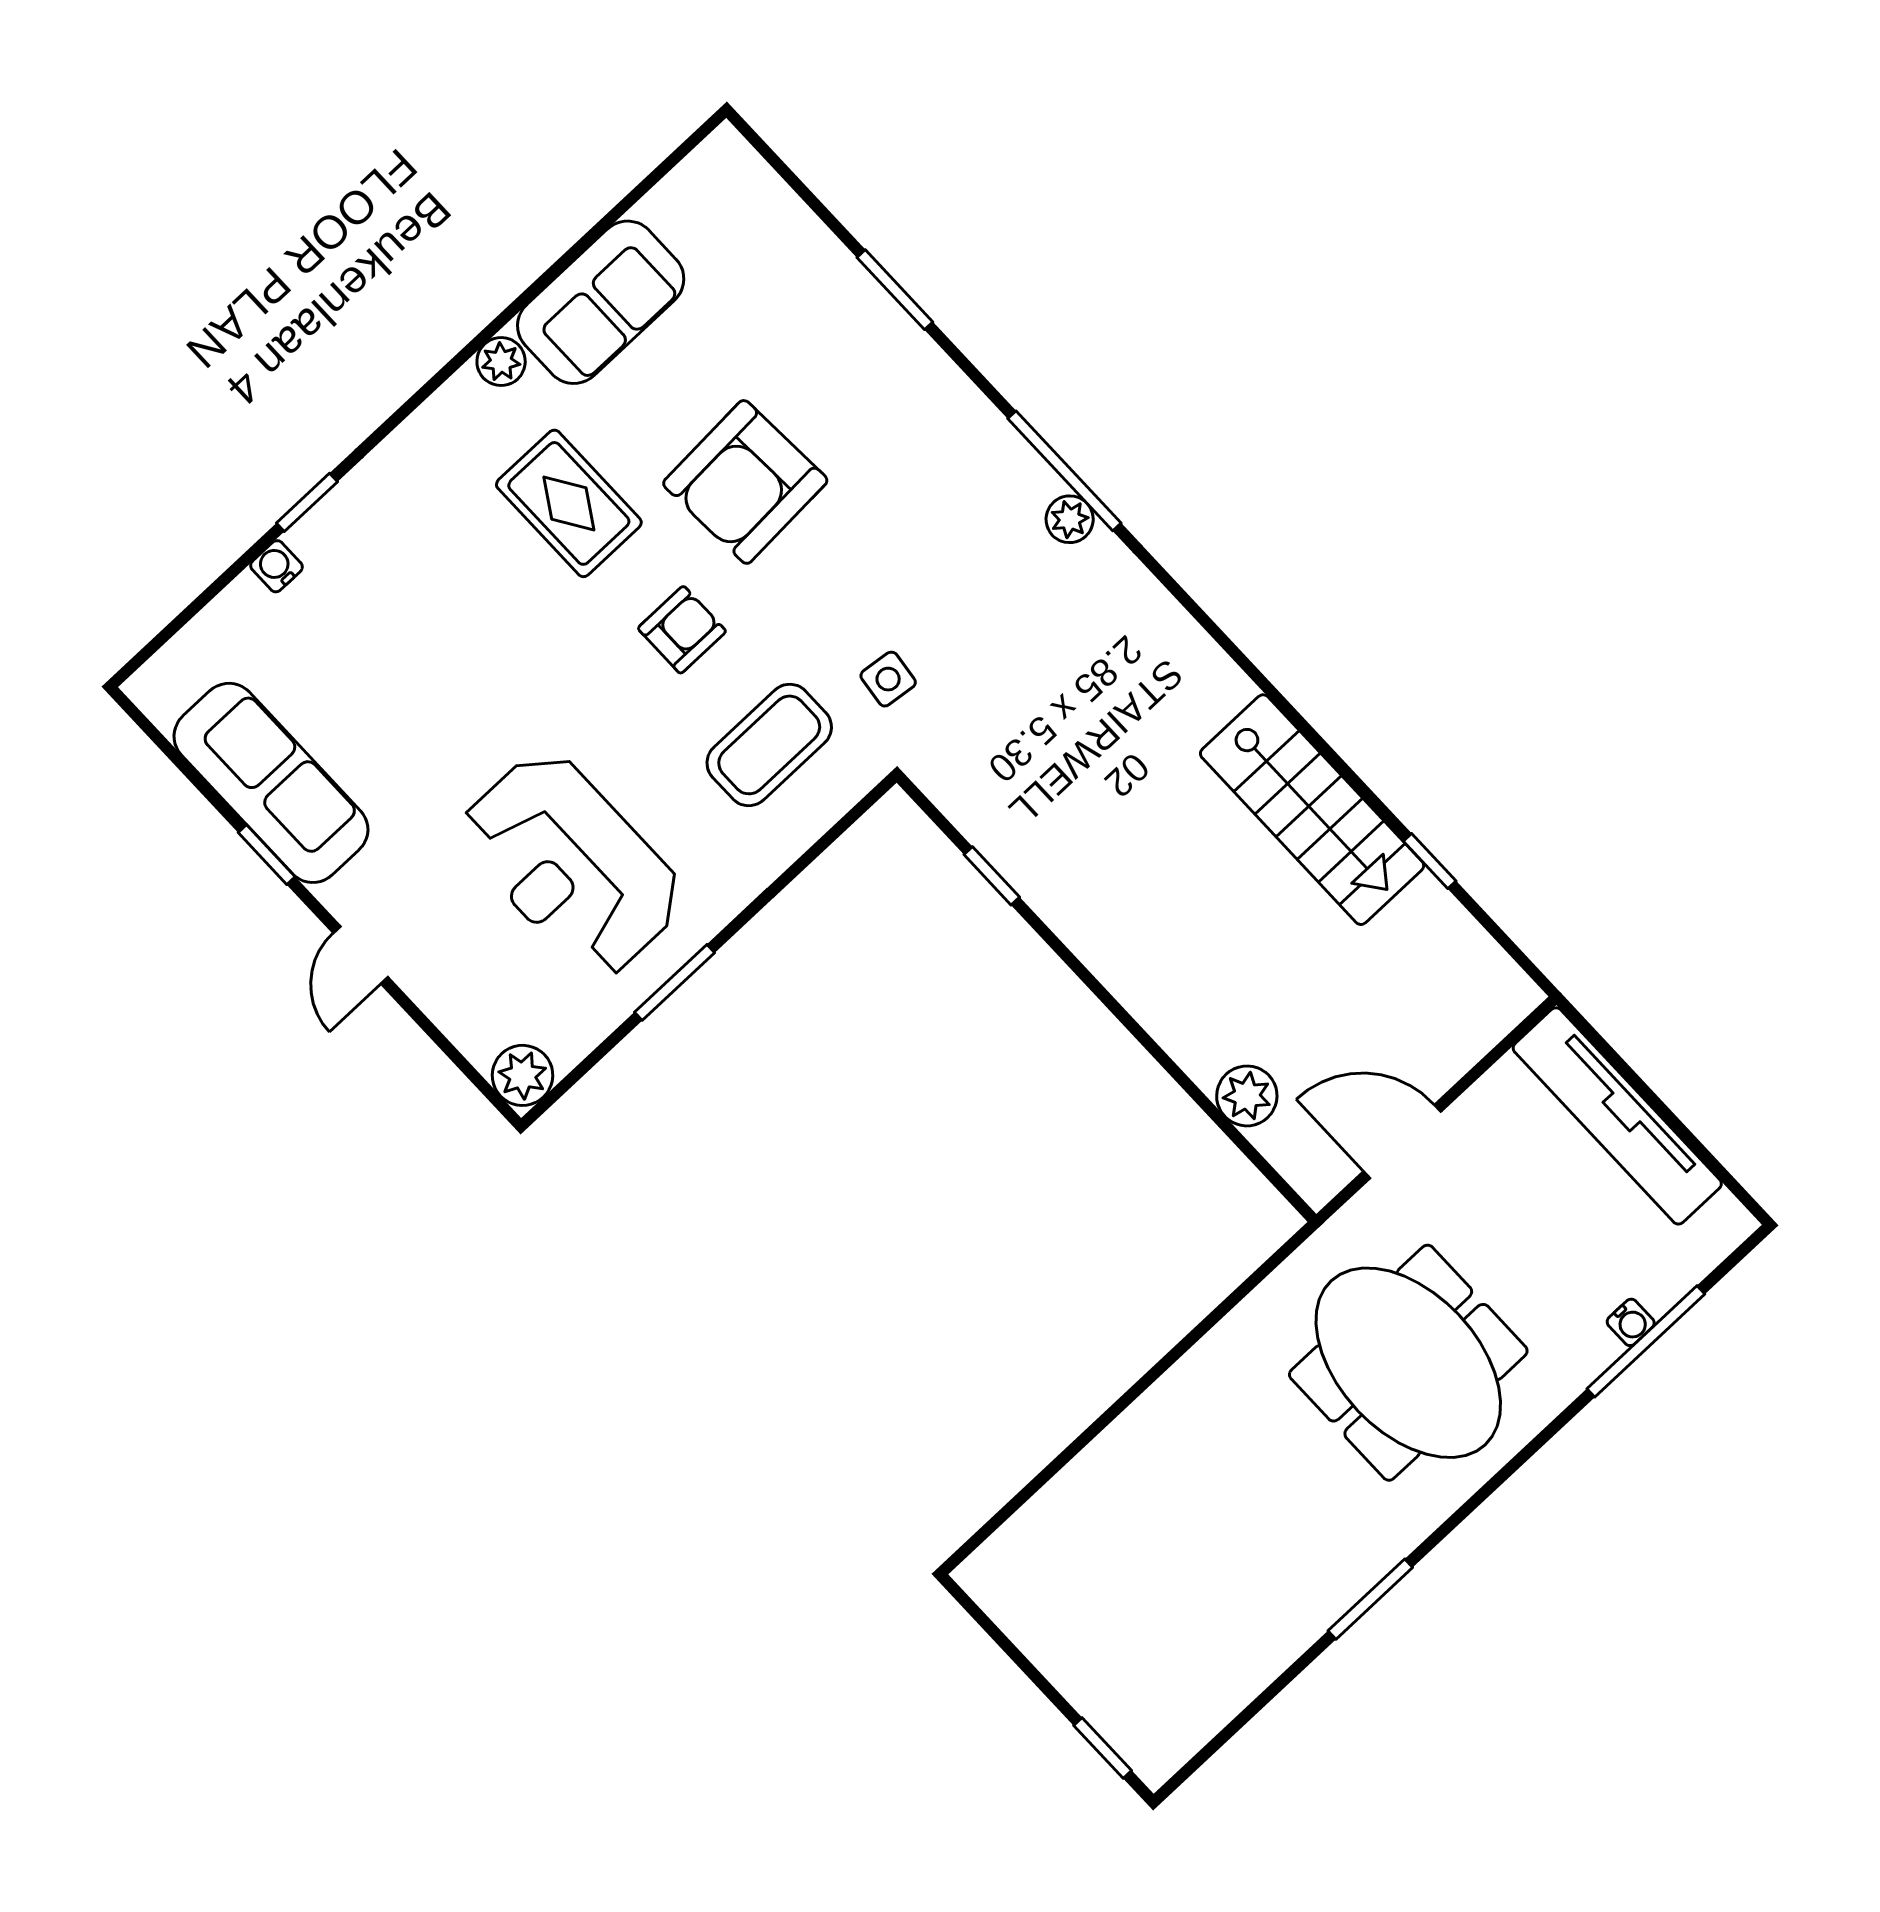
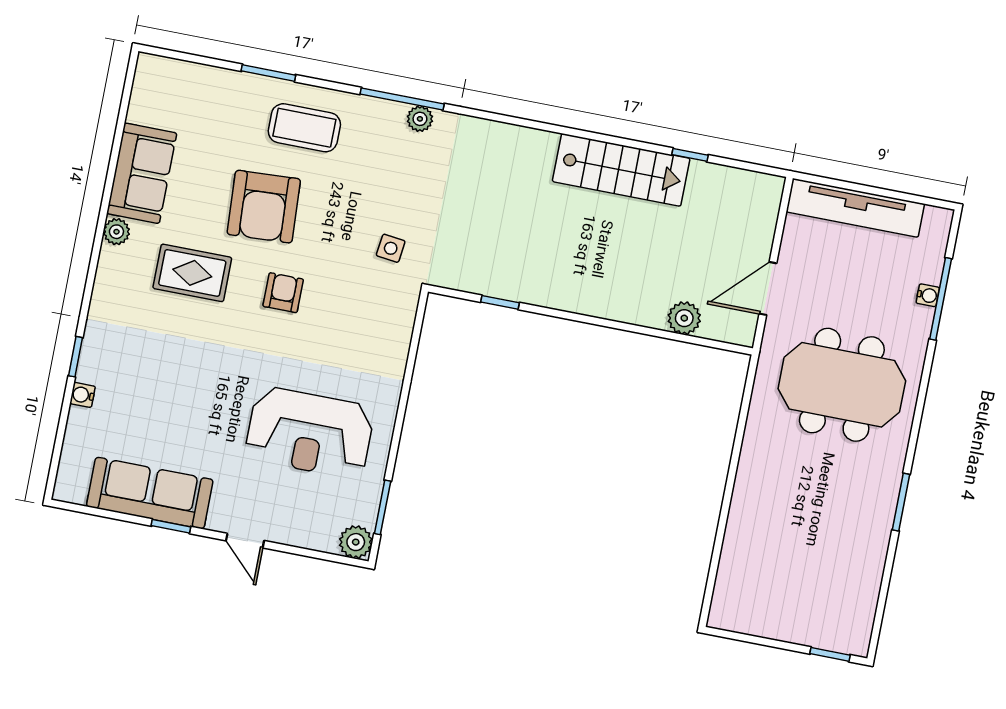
coffee table: (769, 745) -> (304, 128), moved, turned 90
window: (675, 982) -> (383, 507), moved

